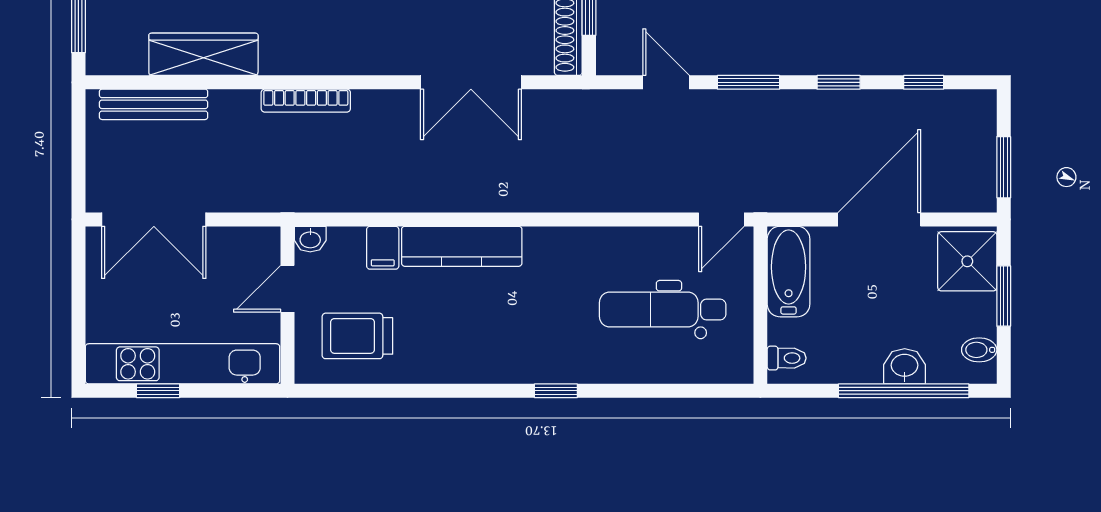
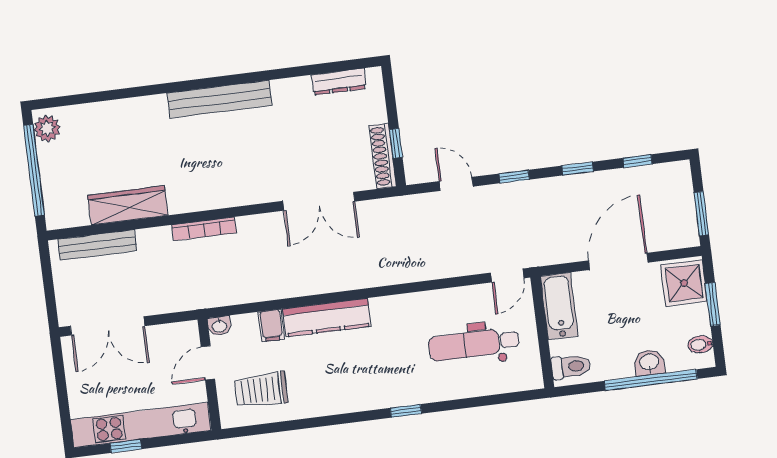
window: (749, 82) -> (514, 177), width x0.67
toilet: (787, 358) -> (571, 367), width x1.37, depth x1.39

